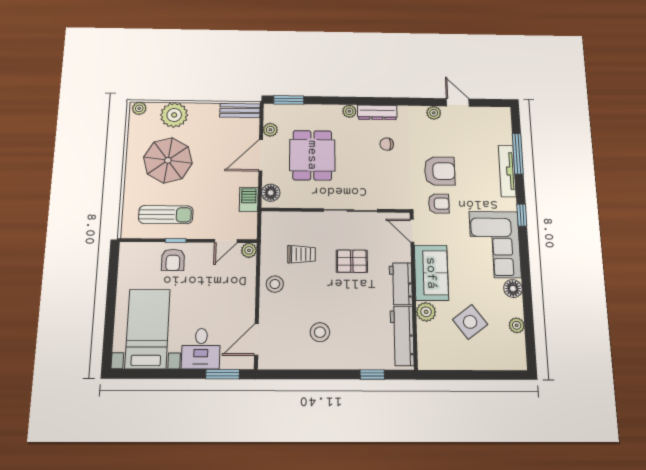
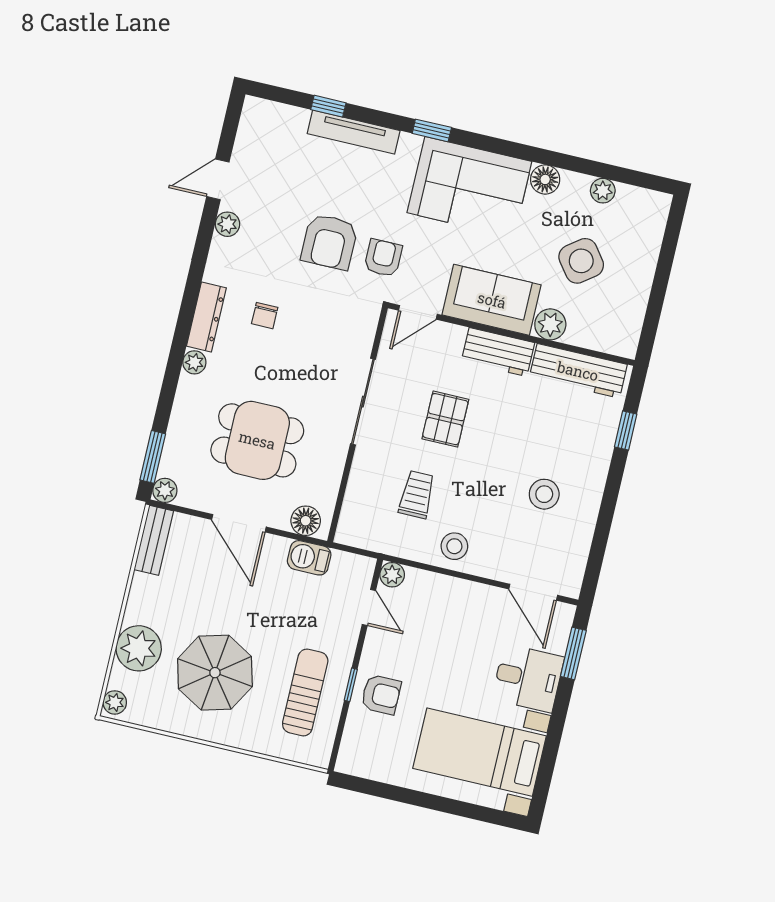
plant: (270, 130) -> (165, 490), moved
window: (518, 154) -> (328, 106), width x0.46
armchair: (440, 171) -> (329, 242), turned 180

